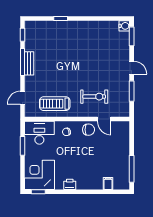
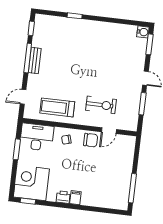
door: (104, 119) -> (109, 131), hinge flipped
filing cabinet: (108, 184) -> (75, 198), moved

